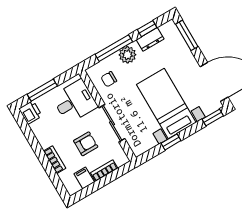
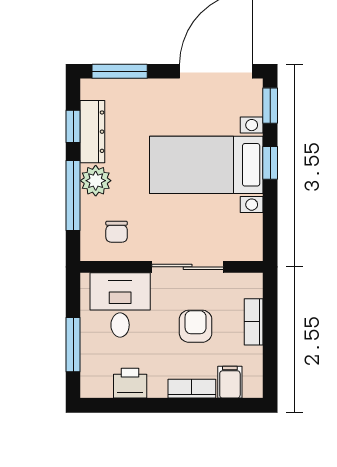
dresser: (150, 39) -> (92, 132), width x1.44
printer: (30, 112) -> (130, 383), moved
window: (171, 142) -> (270, 163), moved
filing cabinet: (84, 178) -> (230, 382), moved, turned 90

